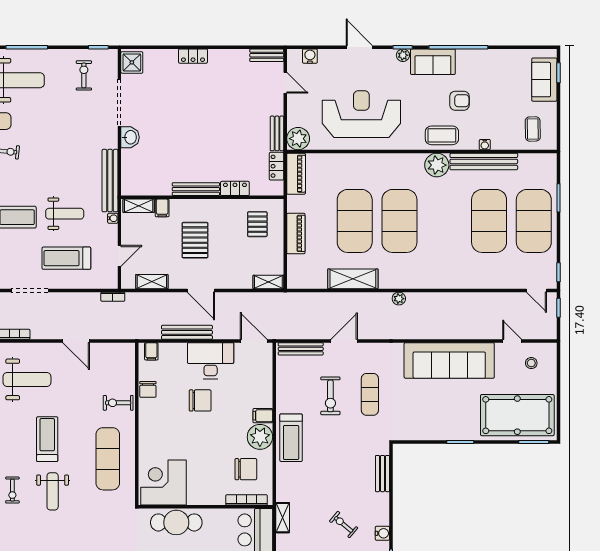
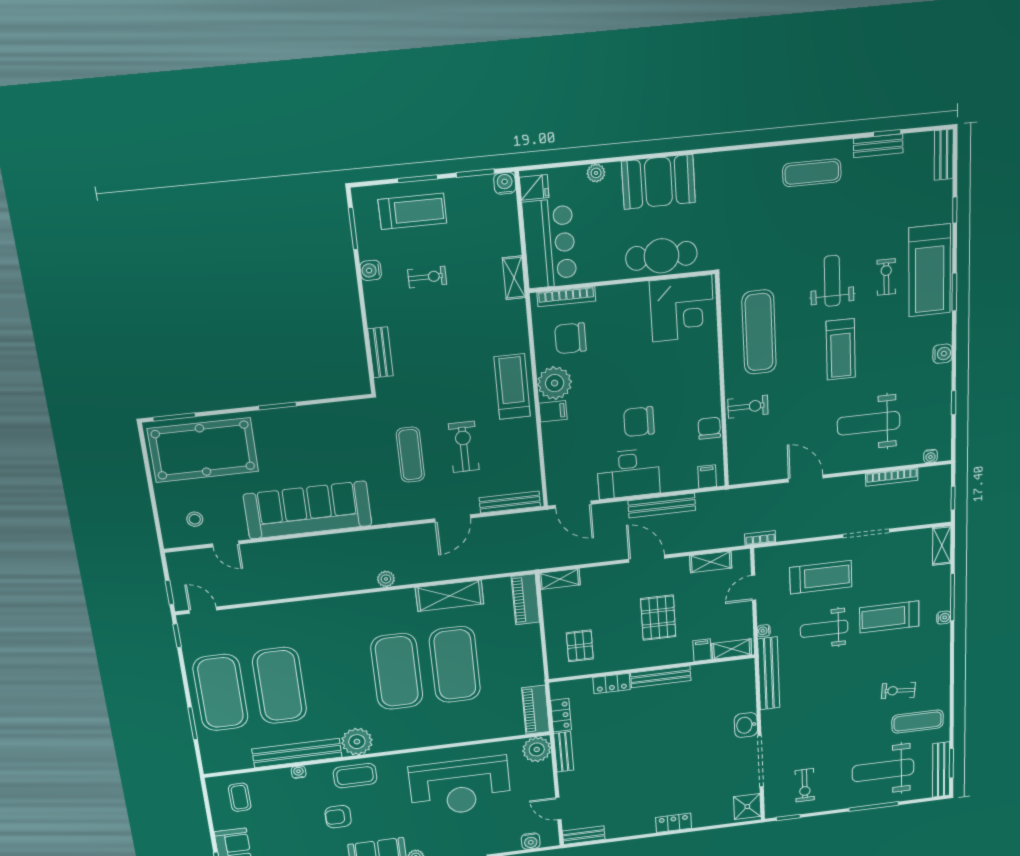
piano: (296, 233) -> (525, 599), moved
exercise bike: (344, 524) -> (427, 277), turned -40

